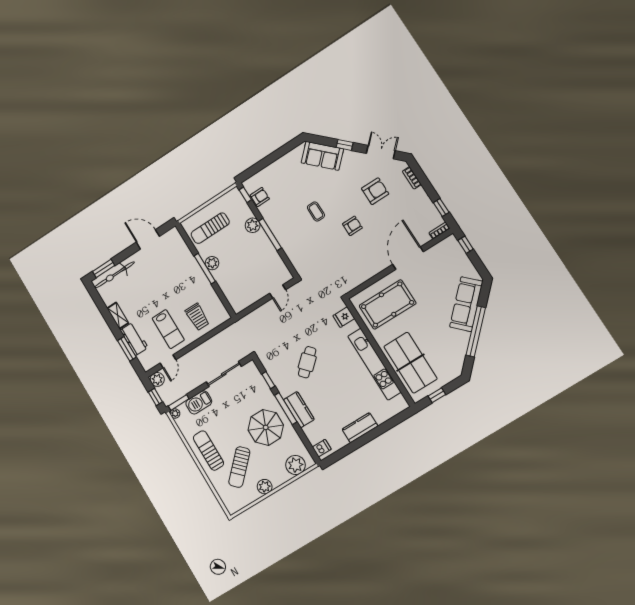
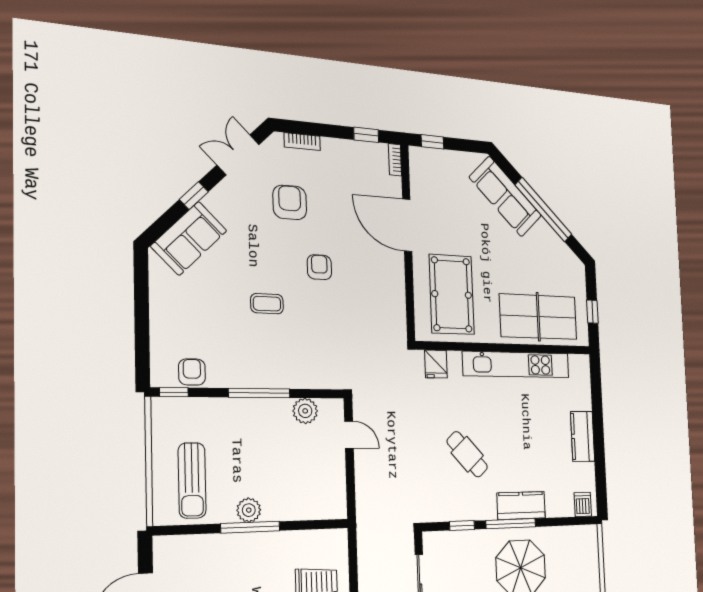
plant: (253, 225) -> (305, 411), moved
plant: (296, 465) -> (586, 554), removed

